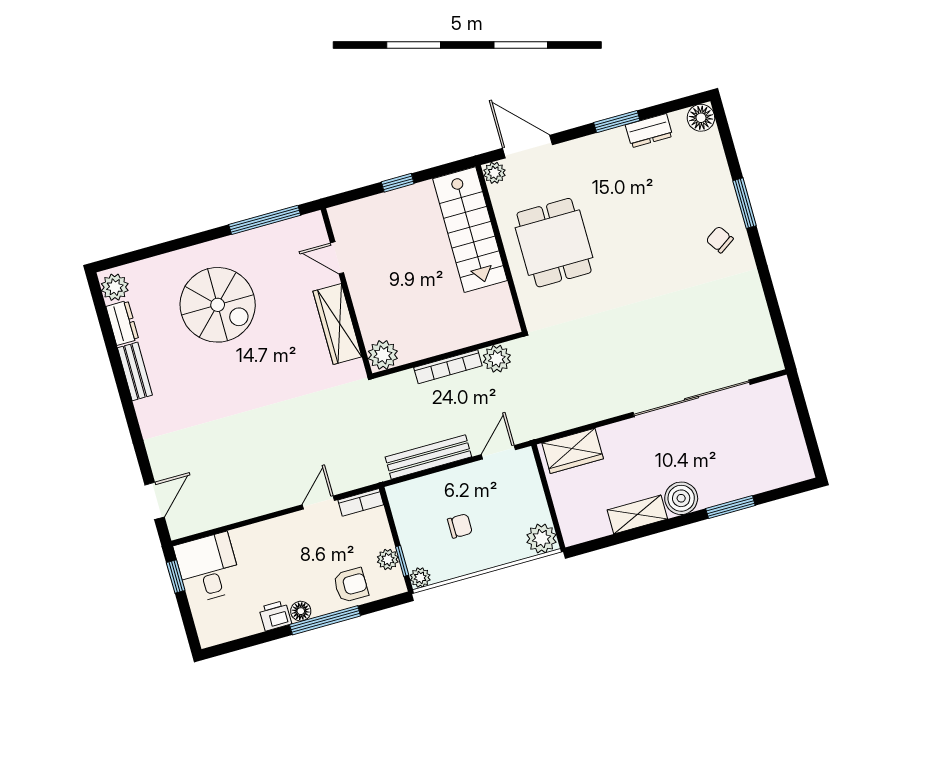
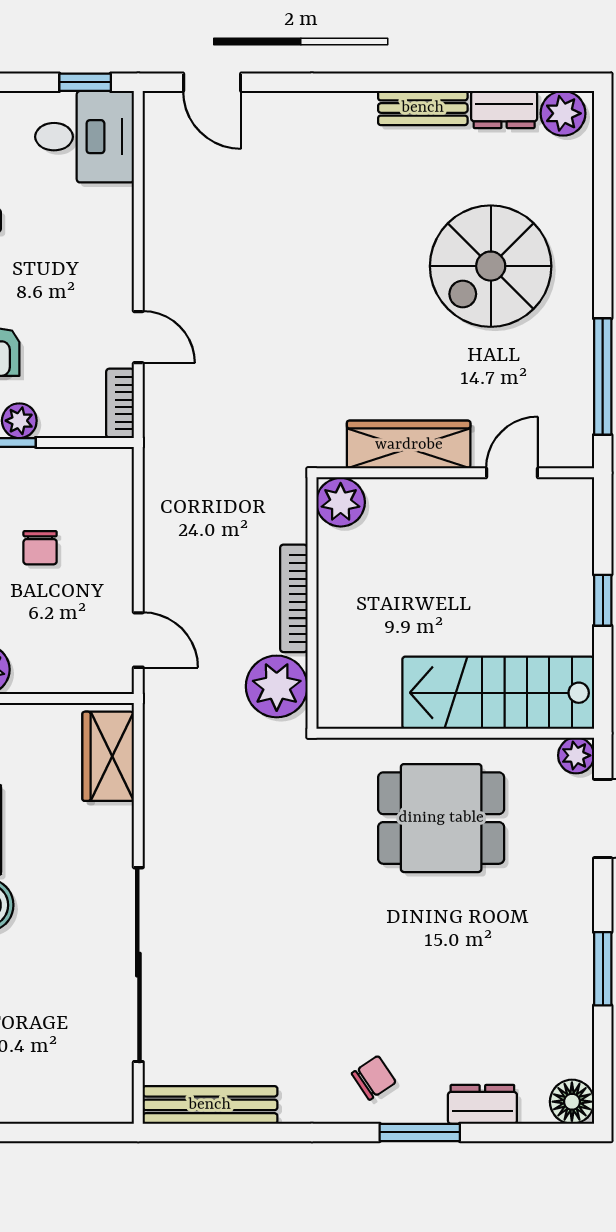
dresser: (649, 131) -> (482, 1104), moved, turned 90
plant: (497, 359) -> (277, 686), width x1.36, depth x1.36
bench: (428, 457) -> (210, 1105), moved, turned 90

